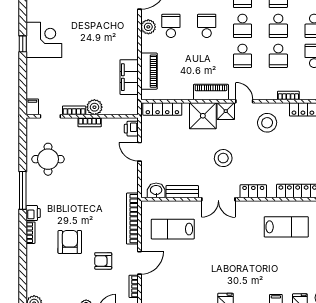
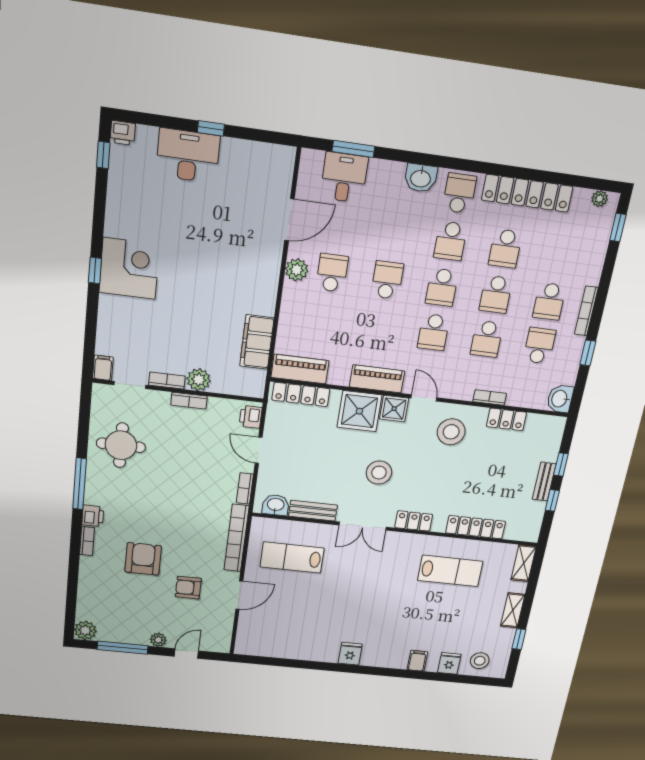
piano: (149, 71) -> (300, 369), moved, turned -90
bookcase: (134, 286) -> (245, 488), moved

